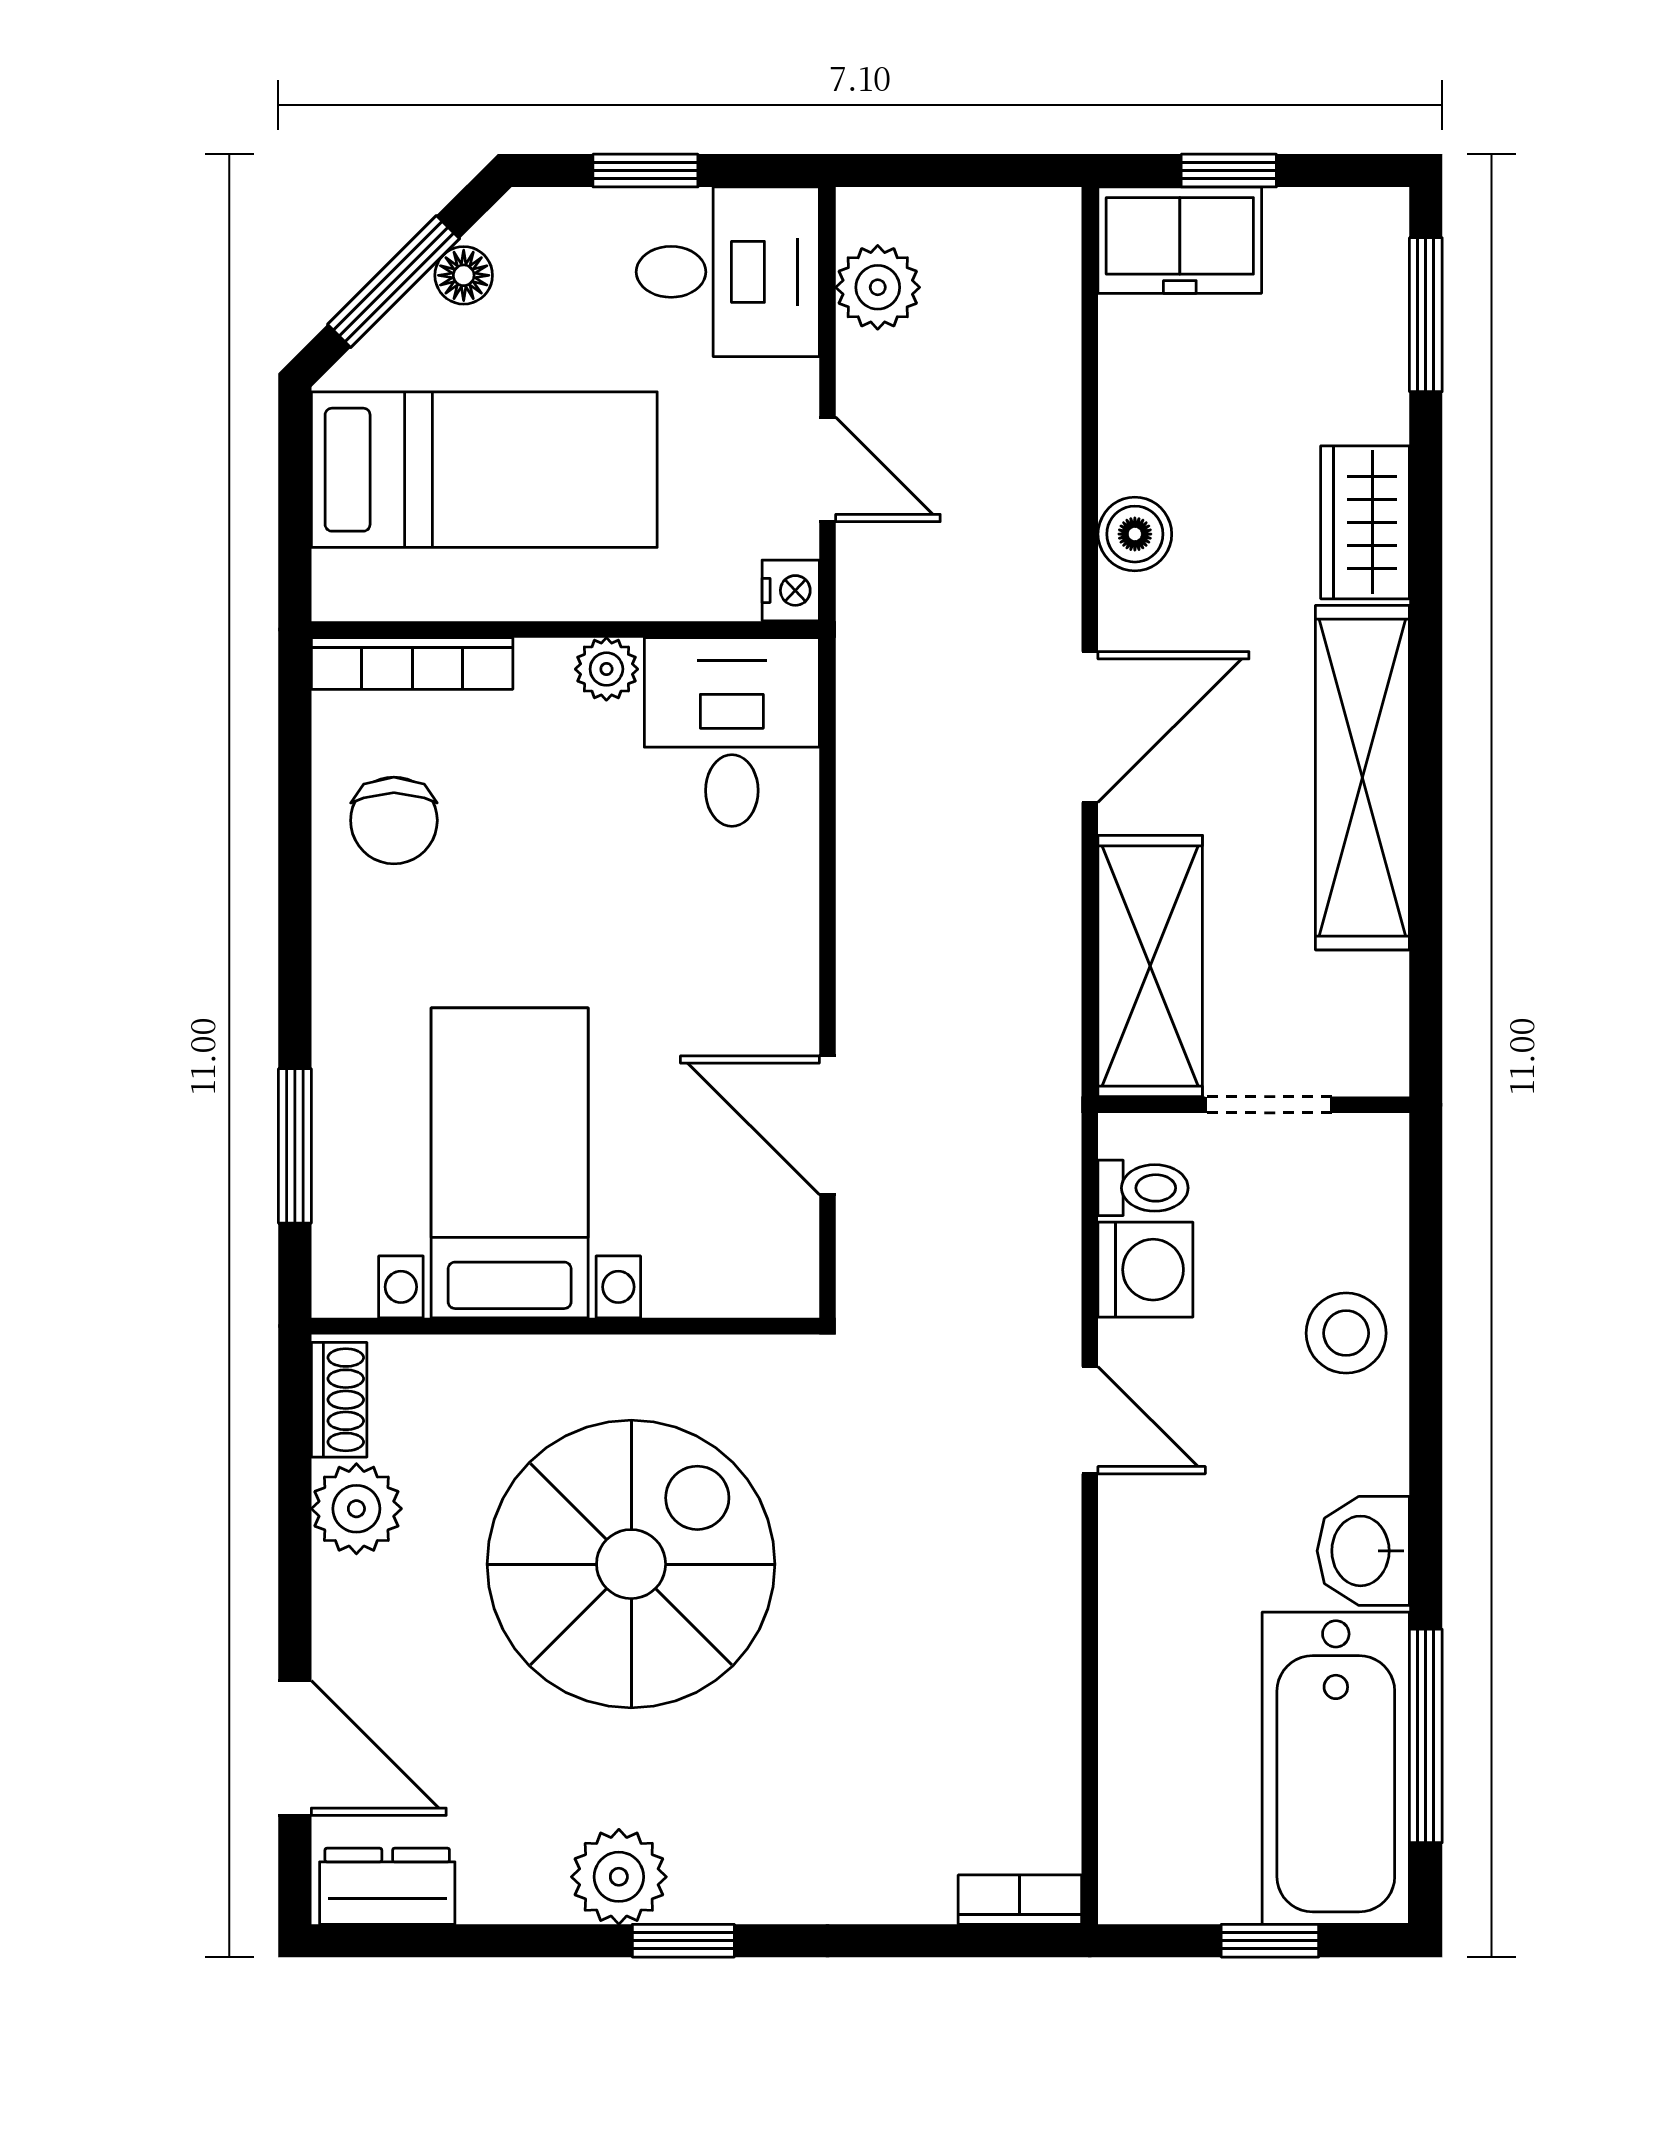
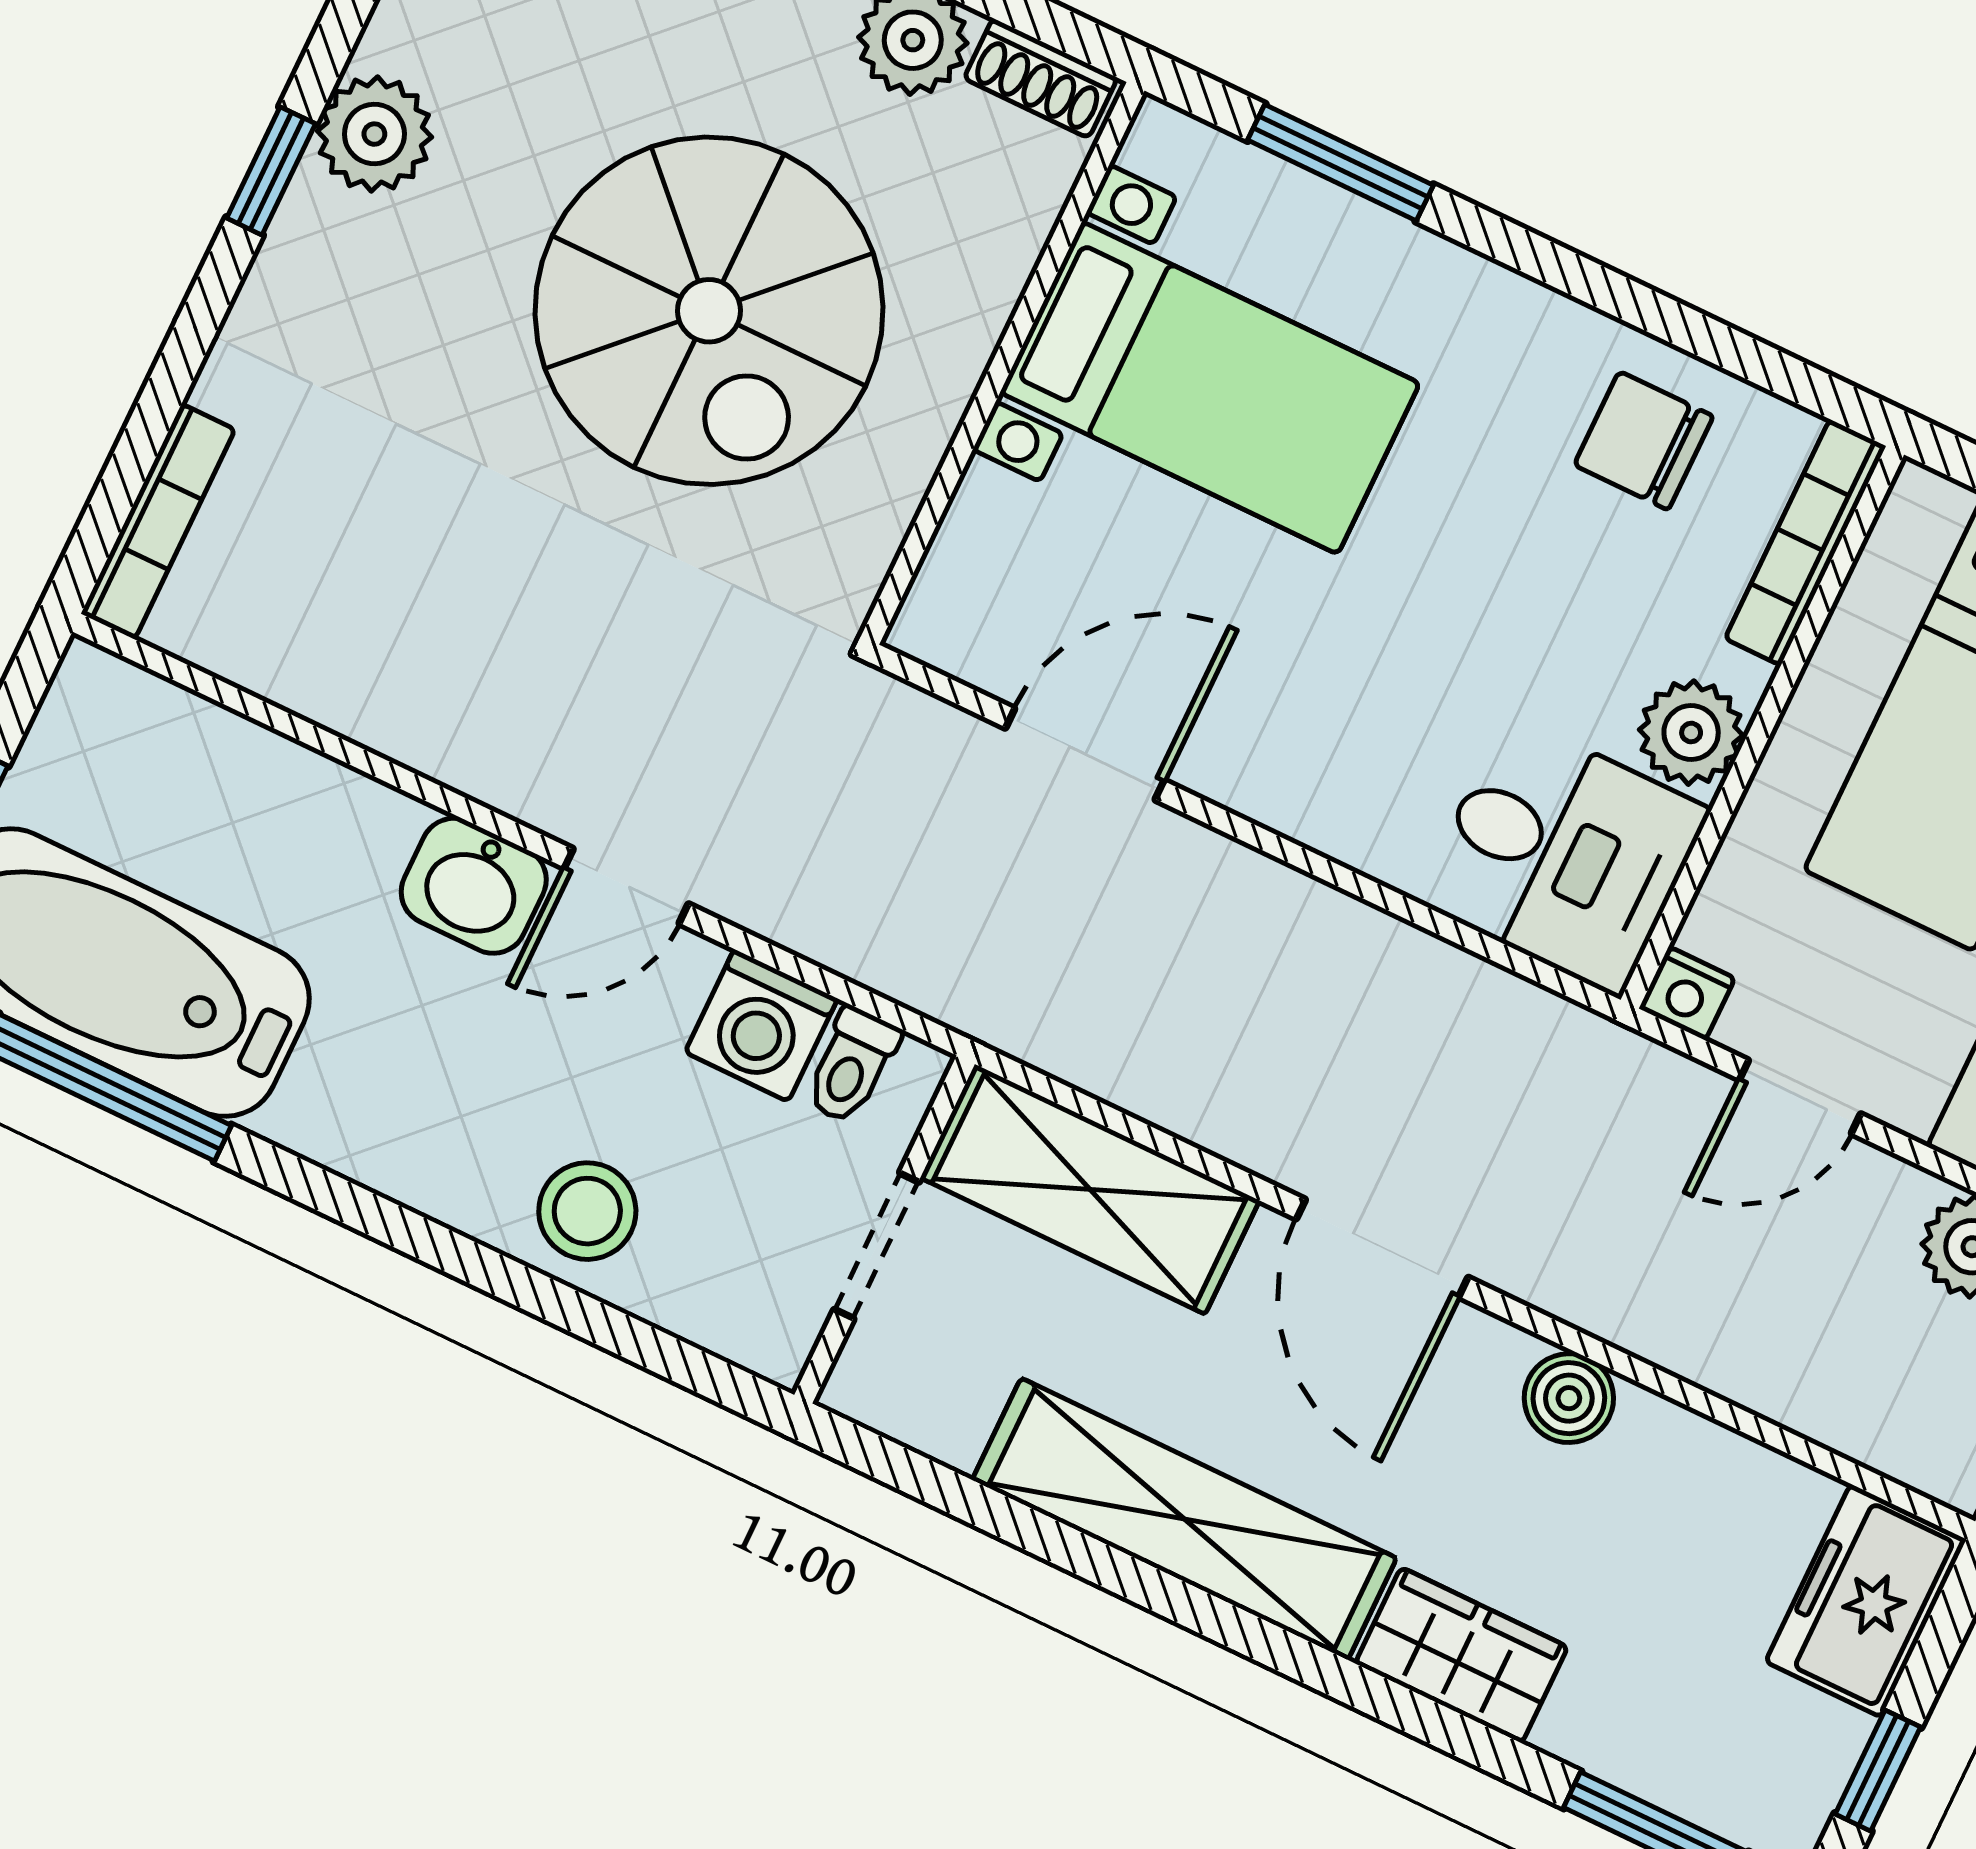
window: (1229, 171) -> (1878, 1771), moved
plant: (606, 669) -> (1691, 733), width x1.38, depth x1.38
washbasin: (1363, 1551) -> (474, 886), moved, turned 180
bookcase: (1020, 1900) -> (158, 522), width x1.56

